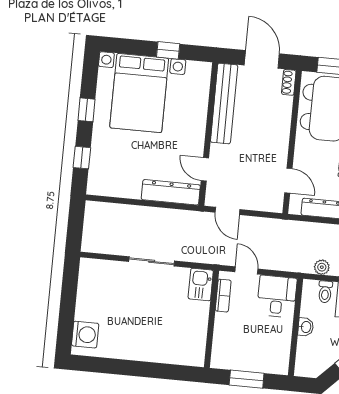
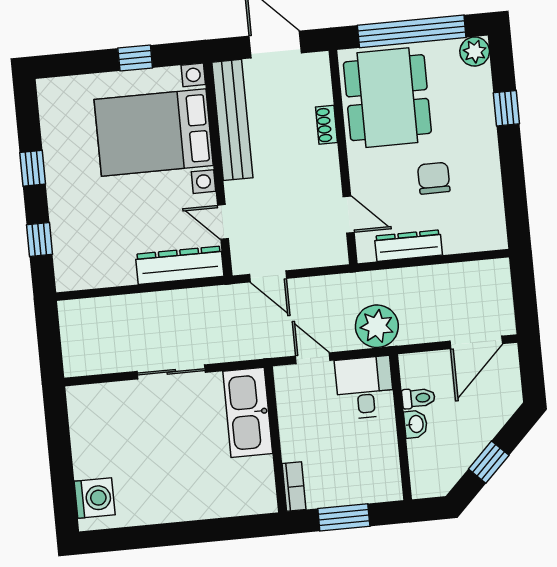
shoe rack: (289, 82) -> (326, 125), moved
bed with nightstands: (139, 93) -> (154, 133), moved, turned 90
plant: (322, 267) -> (377, 326), moved, width x1.87, depth x1.87
kitchen sink: (201, 284) -> (248, 412), width x1.88, depth x1.24
toilet: (325, 292) -> (418, 398), moved, turned -90
bookcase: (223, 296) -> (294, 487), moved

